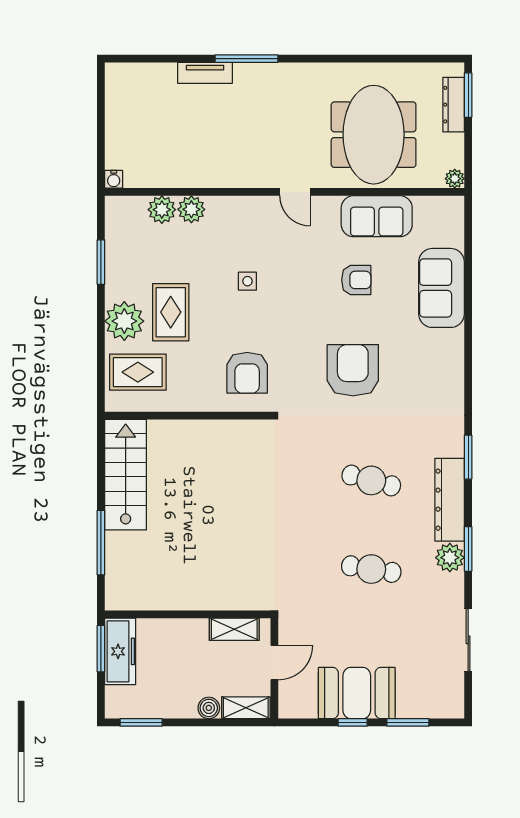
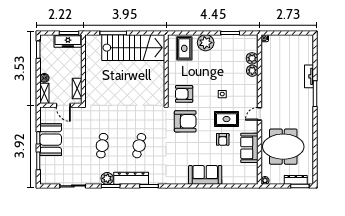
sofa: (441, 288) -> (205, 175), moved
rug: (171, 312) -> (227, 119), moved
armchair: (353, 370) -> (185, 121), moved
stairs: (126, 475) -> (133, 48), width x1.36, depth x1.51

